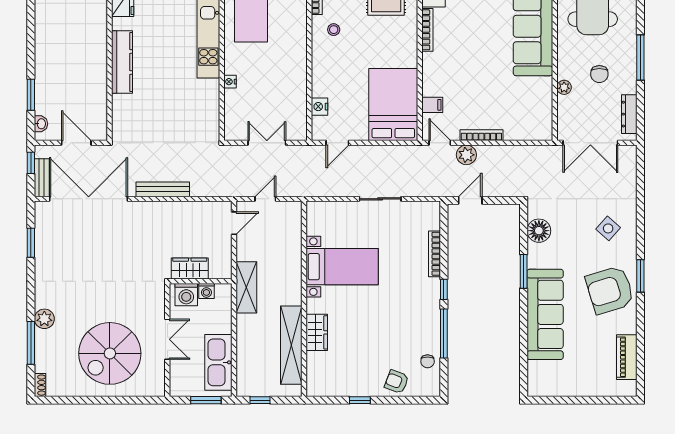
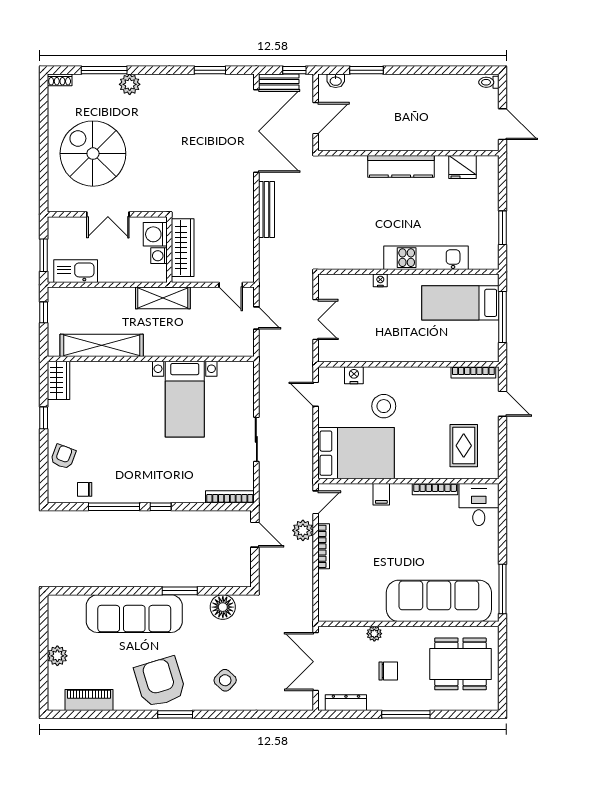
stool: (334, 30) -> (384, 406), moved, width x1.89, depth x1.89
chair: (599, 74) -> (388, 671), turned 180
filing cabinet: (432, 105) -> (381, 494), moved
bookcase: (435, 254) -> (230, 497), moved
wardrobe: (190, 269) -> (183, 248), width x1.50
wardrobe: (317, 332) -> (59, 380), moved, turned -90
kitchen sink: (218, 362) -> (76, 271), width x0.73, depth x0.81
plant: (585, 387) -> (57, 656), added

